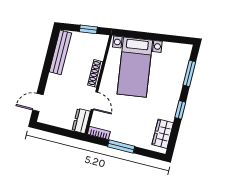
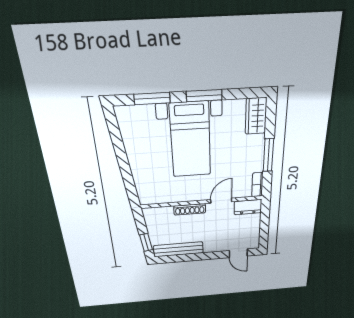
window: (88, 29) -> (146, 242), moved
bed with nightstands: (135, 67) -> (191, 140), moved, turned 98
window: (180, 110) -> (204, 96), width x1.50
wardrobe: (163, 134) -> (256, 116), moved, turned 90

